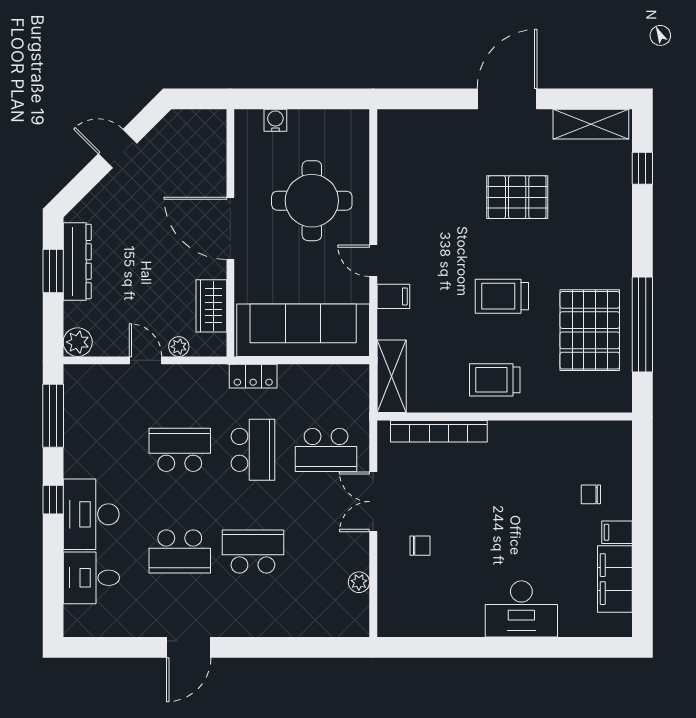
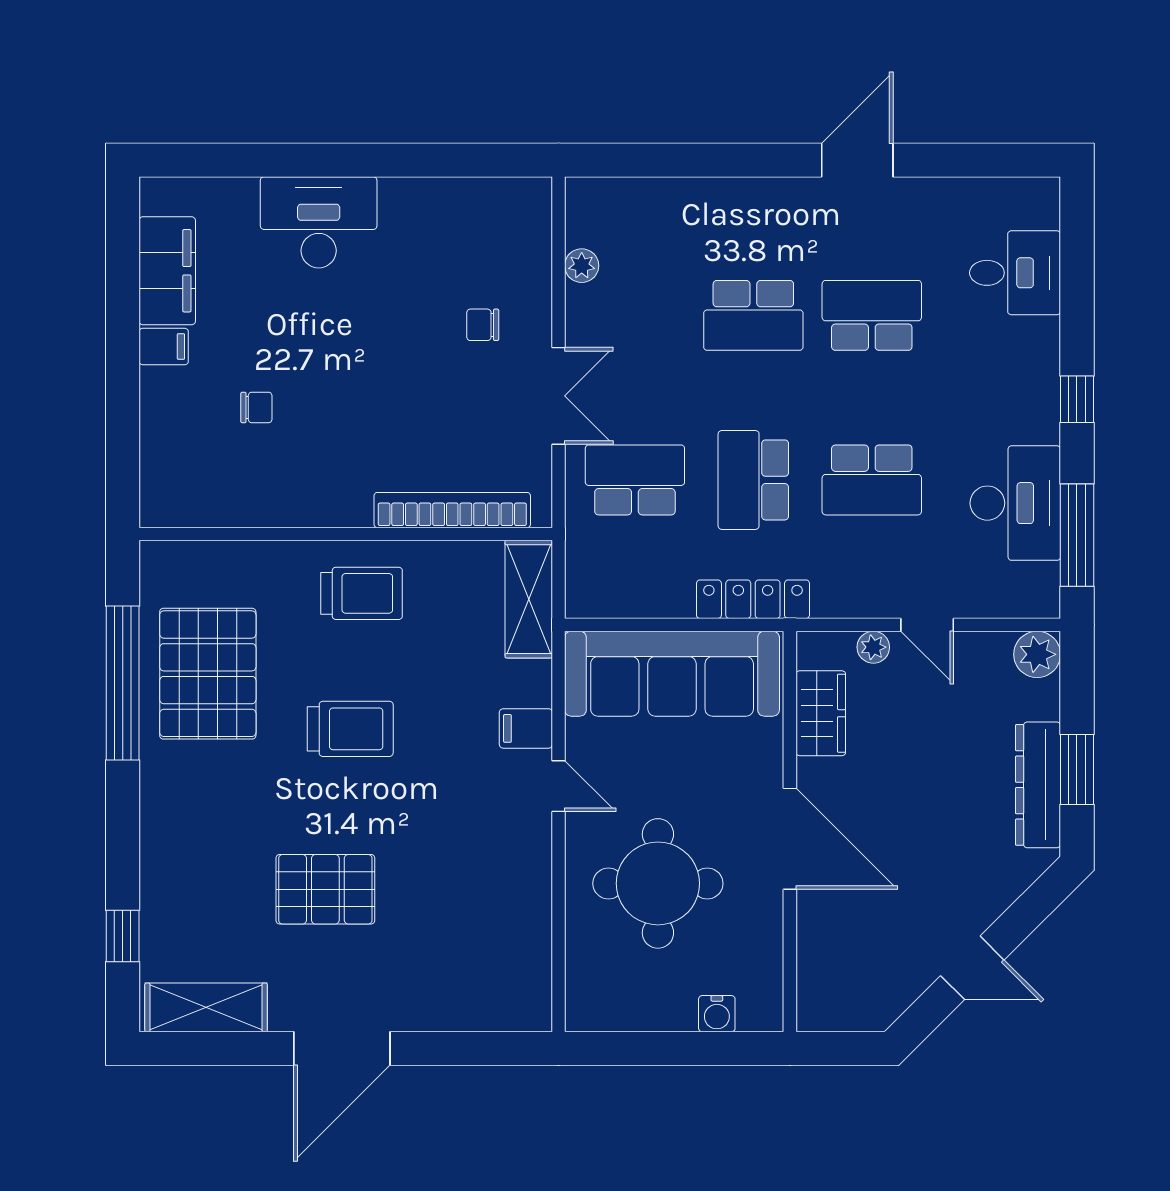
locker: (253, 376) -> (753, 599), width x1.53
chair: (591, 494) -> (256, 407), moved
desk: (91, 514) -> (1015, 503), moved

